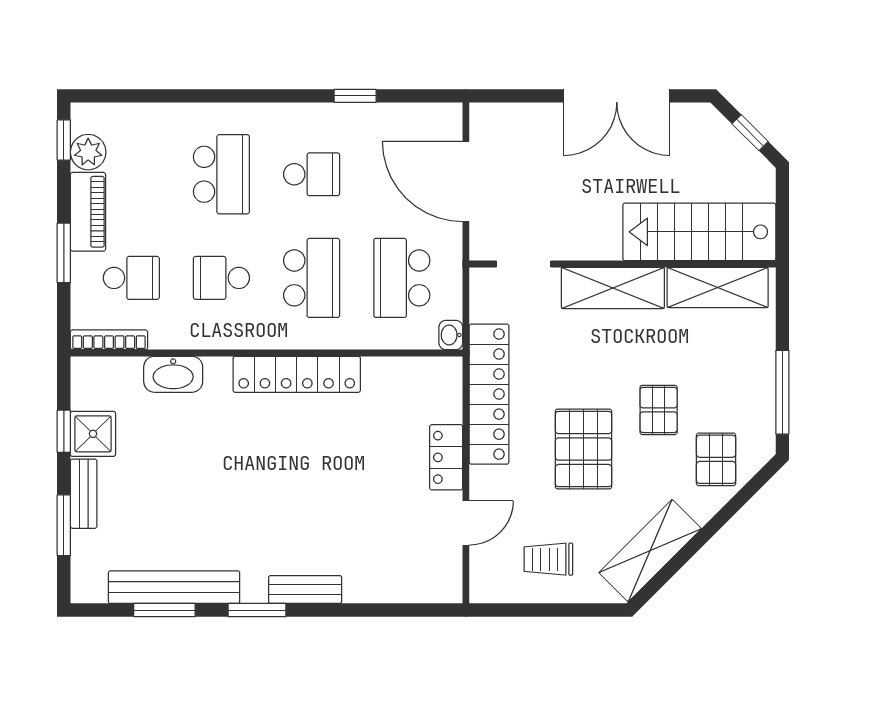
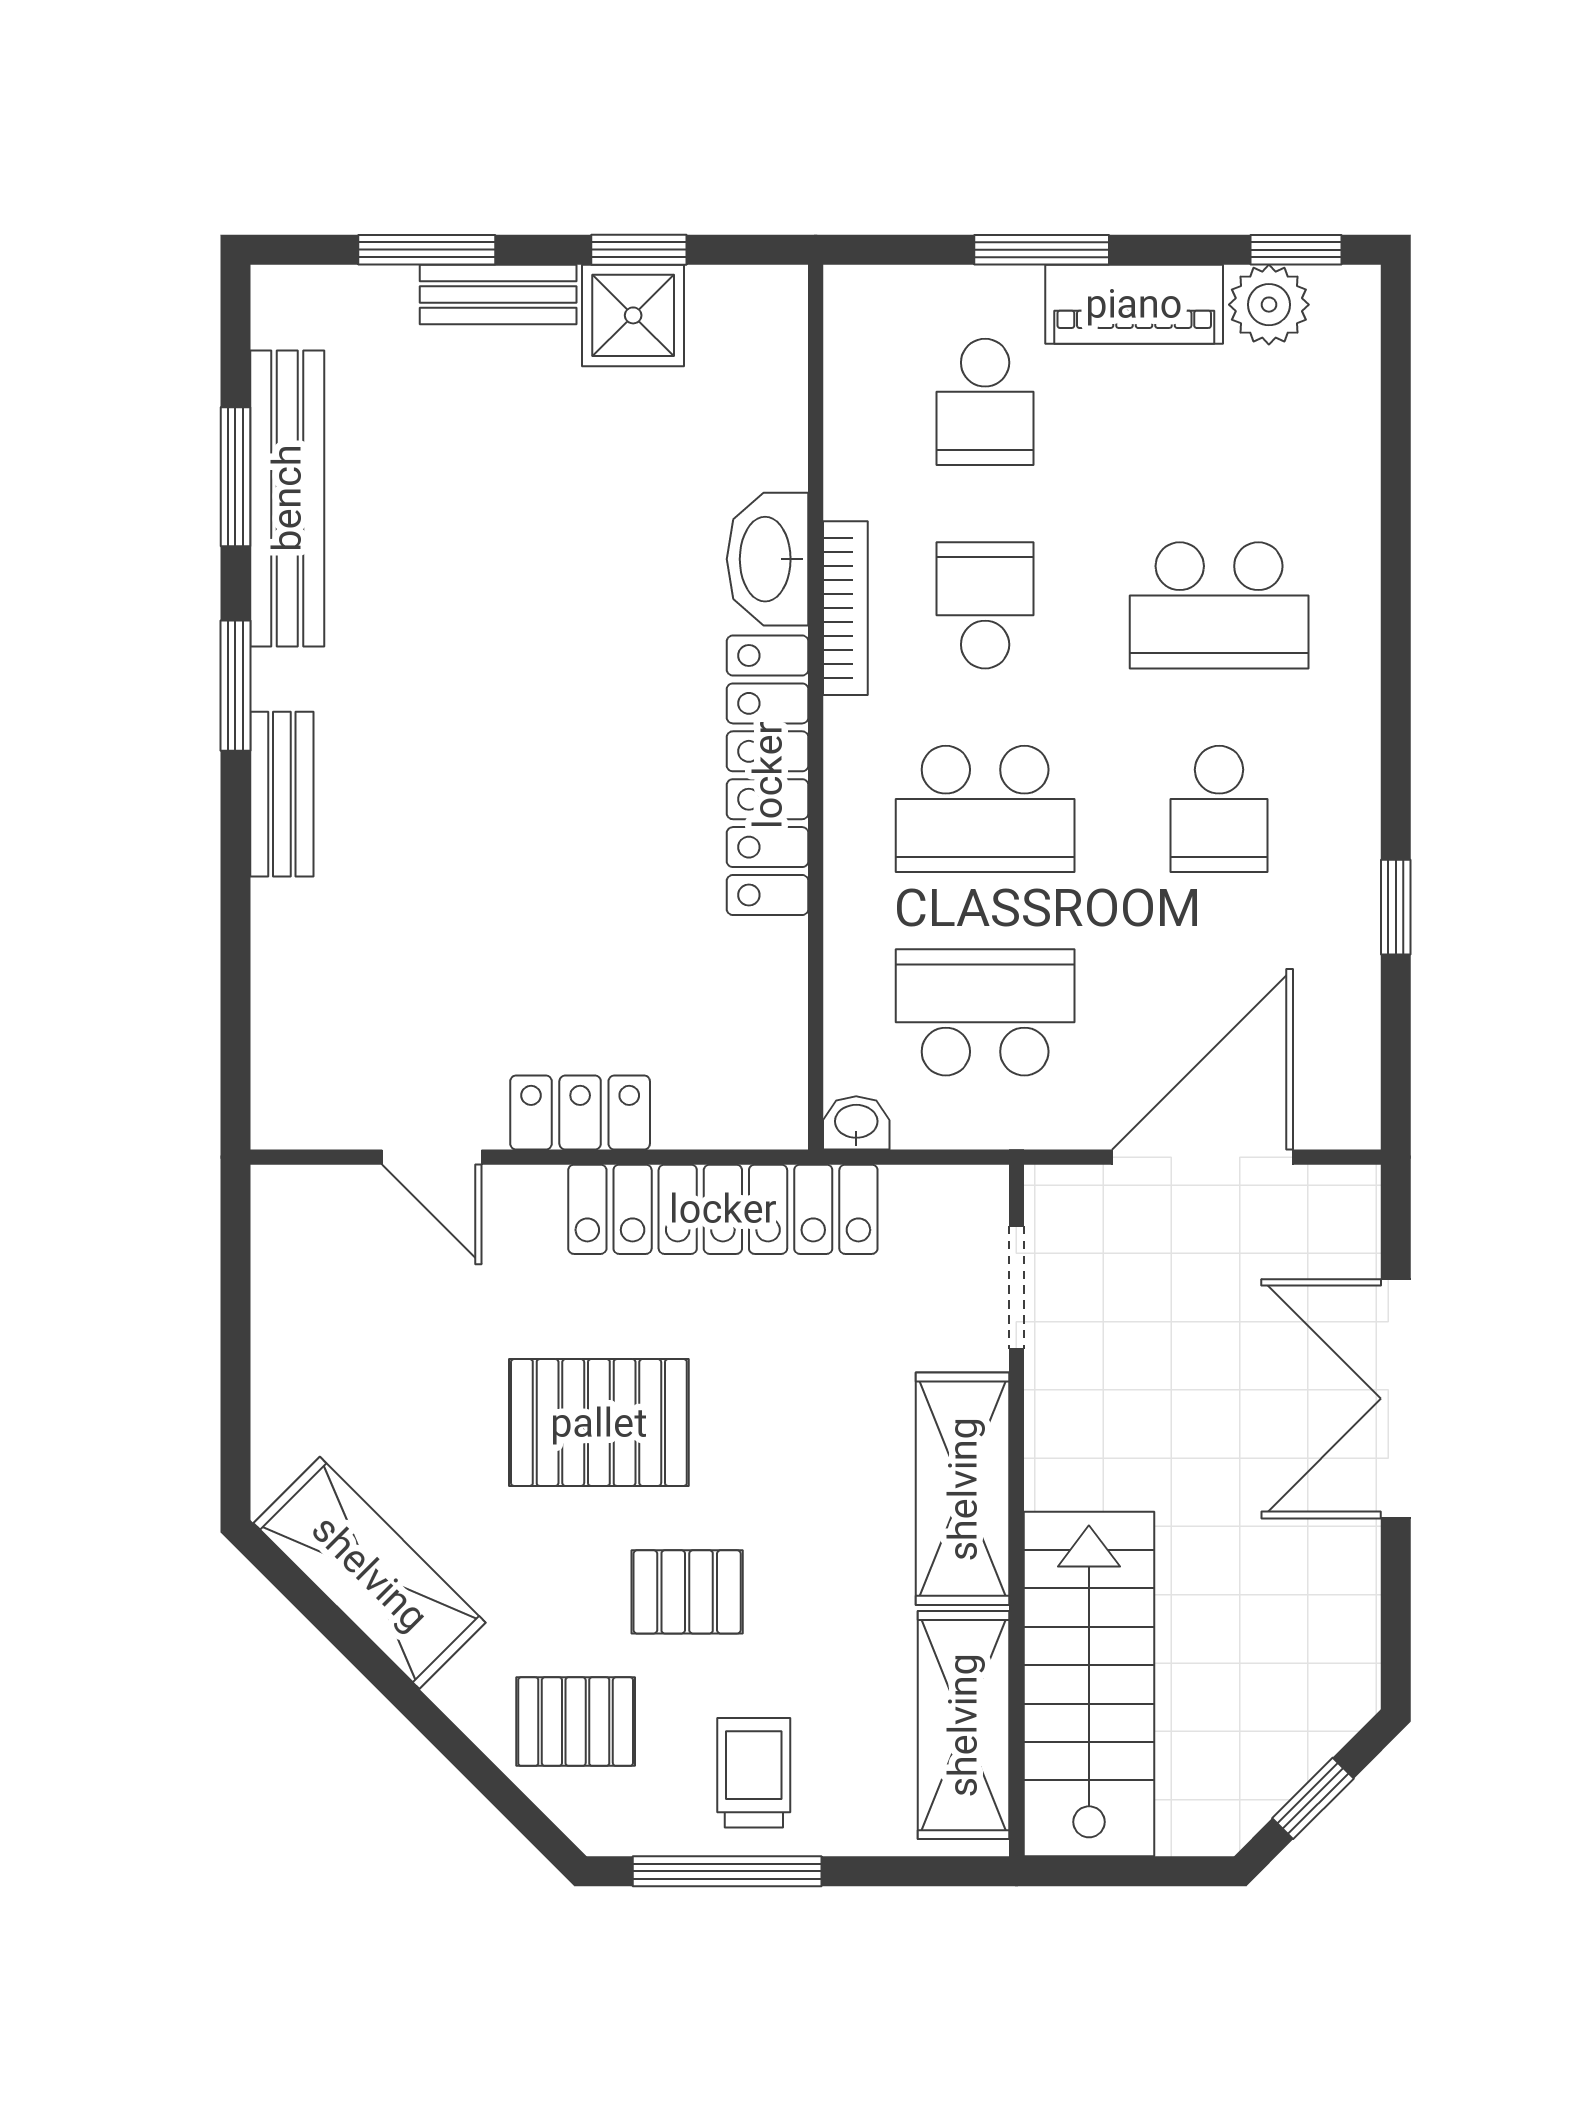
double door: (617, 96) -> (1396, 1399), moved
bookcase: (109, 340) -> (845, 608), moved
washbasin: (173, 374) -> (768, 559), moved
trolley: (548, 559) -> (754, 1773), moved

